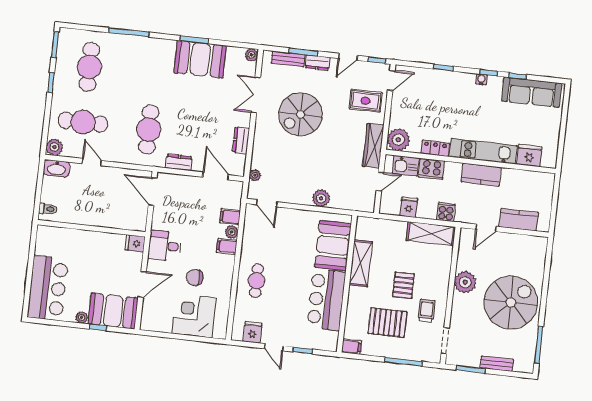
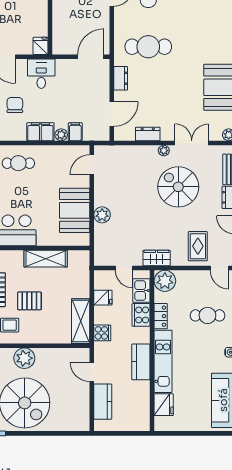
cafe table: (440, 99) -> (207, 315), added
wardrobe: (373, 146) -> (157, 258), width x0.67
plant: (255, 175) -> (164, 151), moved
filing cabinet: (227, 246) -> (40, 132), width x2.00
booth: (333, 246) -> (75, 210), moved, turned 90
plant: (465, 282) -> (24, 358), moved

